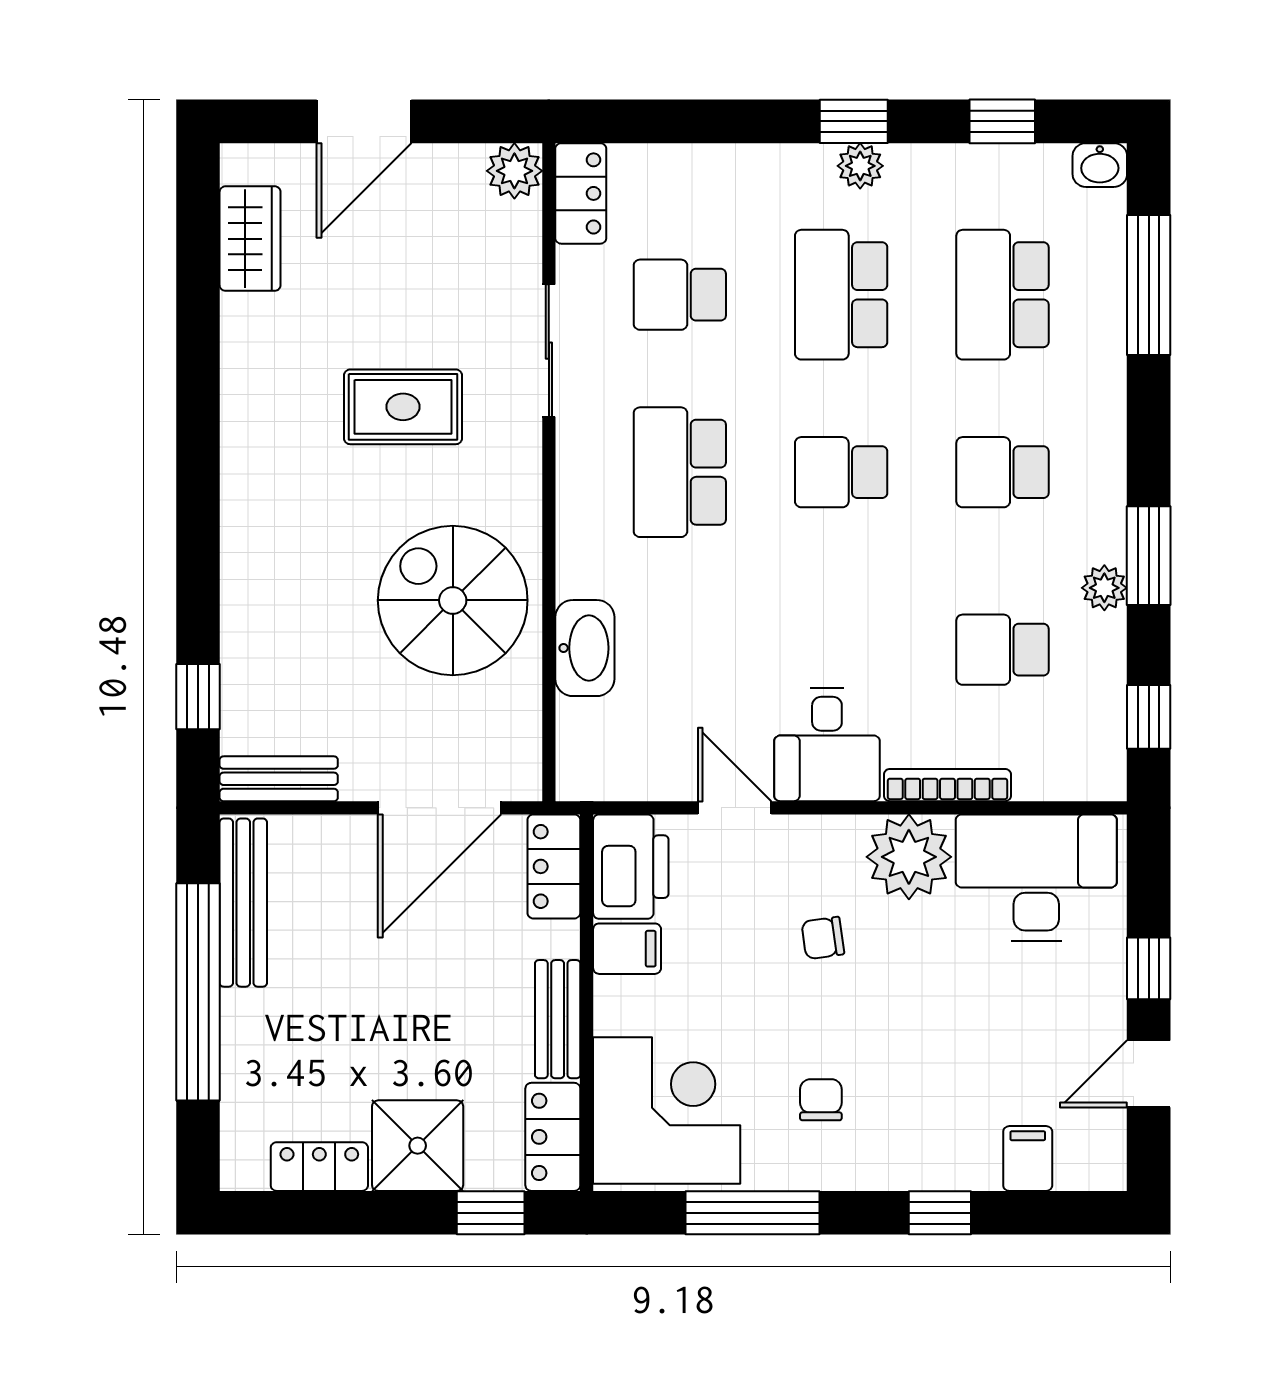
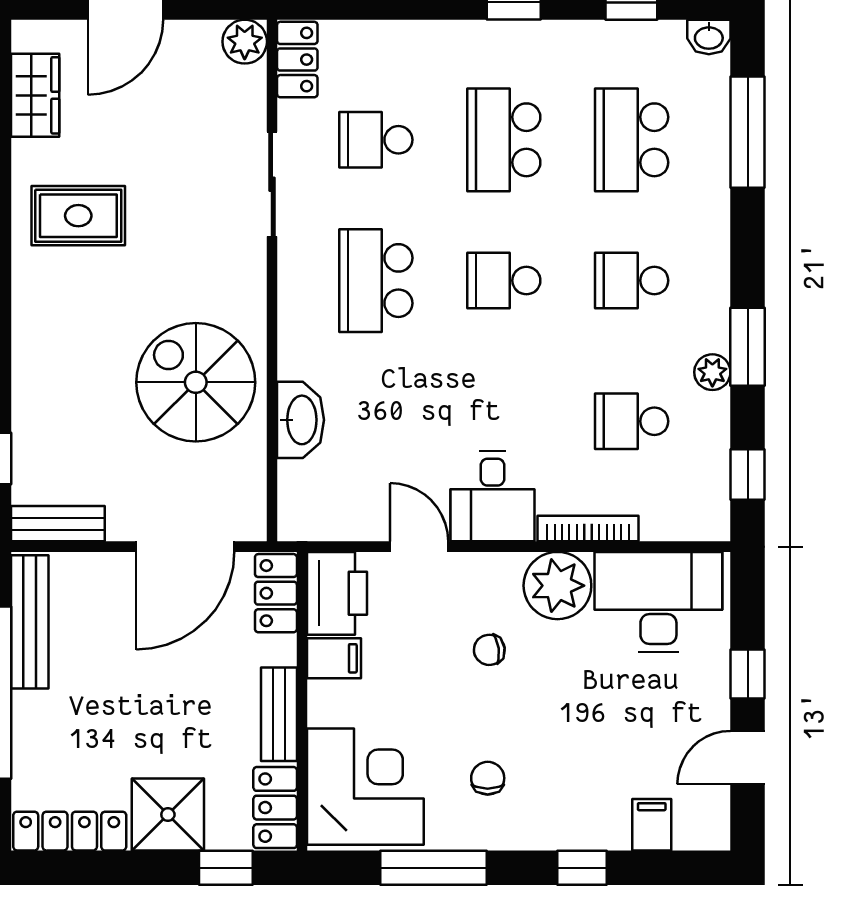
plant: (860, 166) -> (519, 38), removed
rug: (403, 407) -> (78, 216), moved
locker: (319, 1167) -> (70, 831), width x1.53

